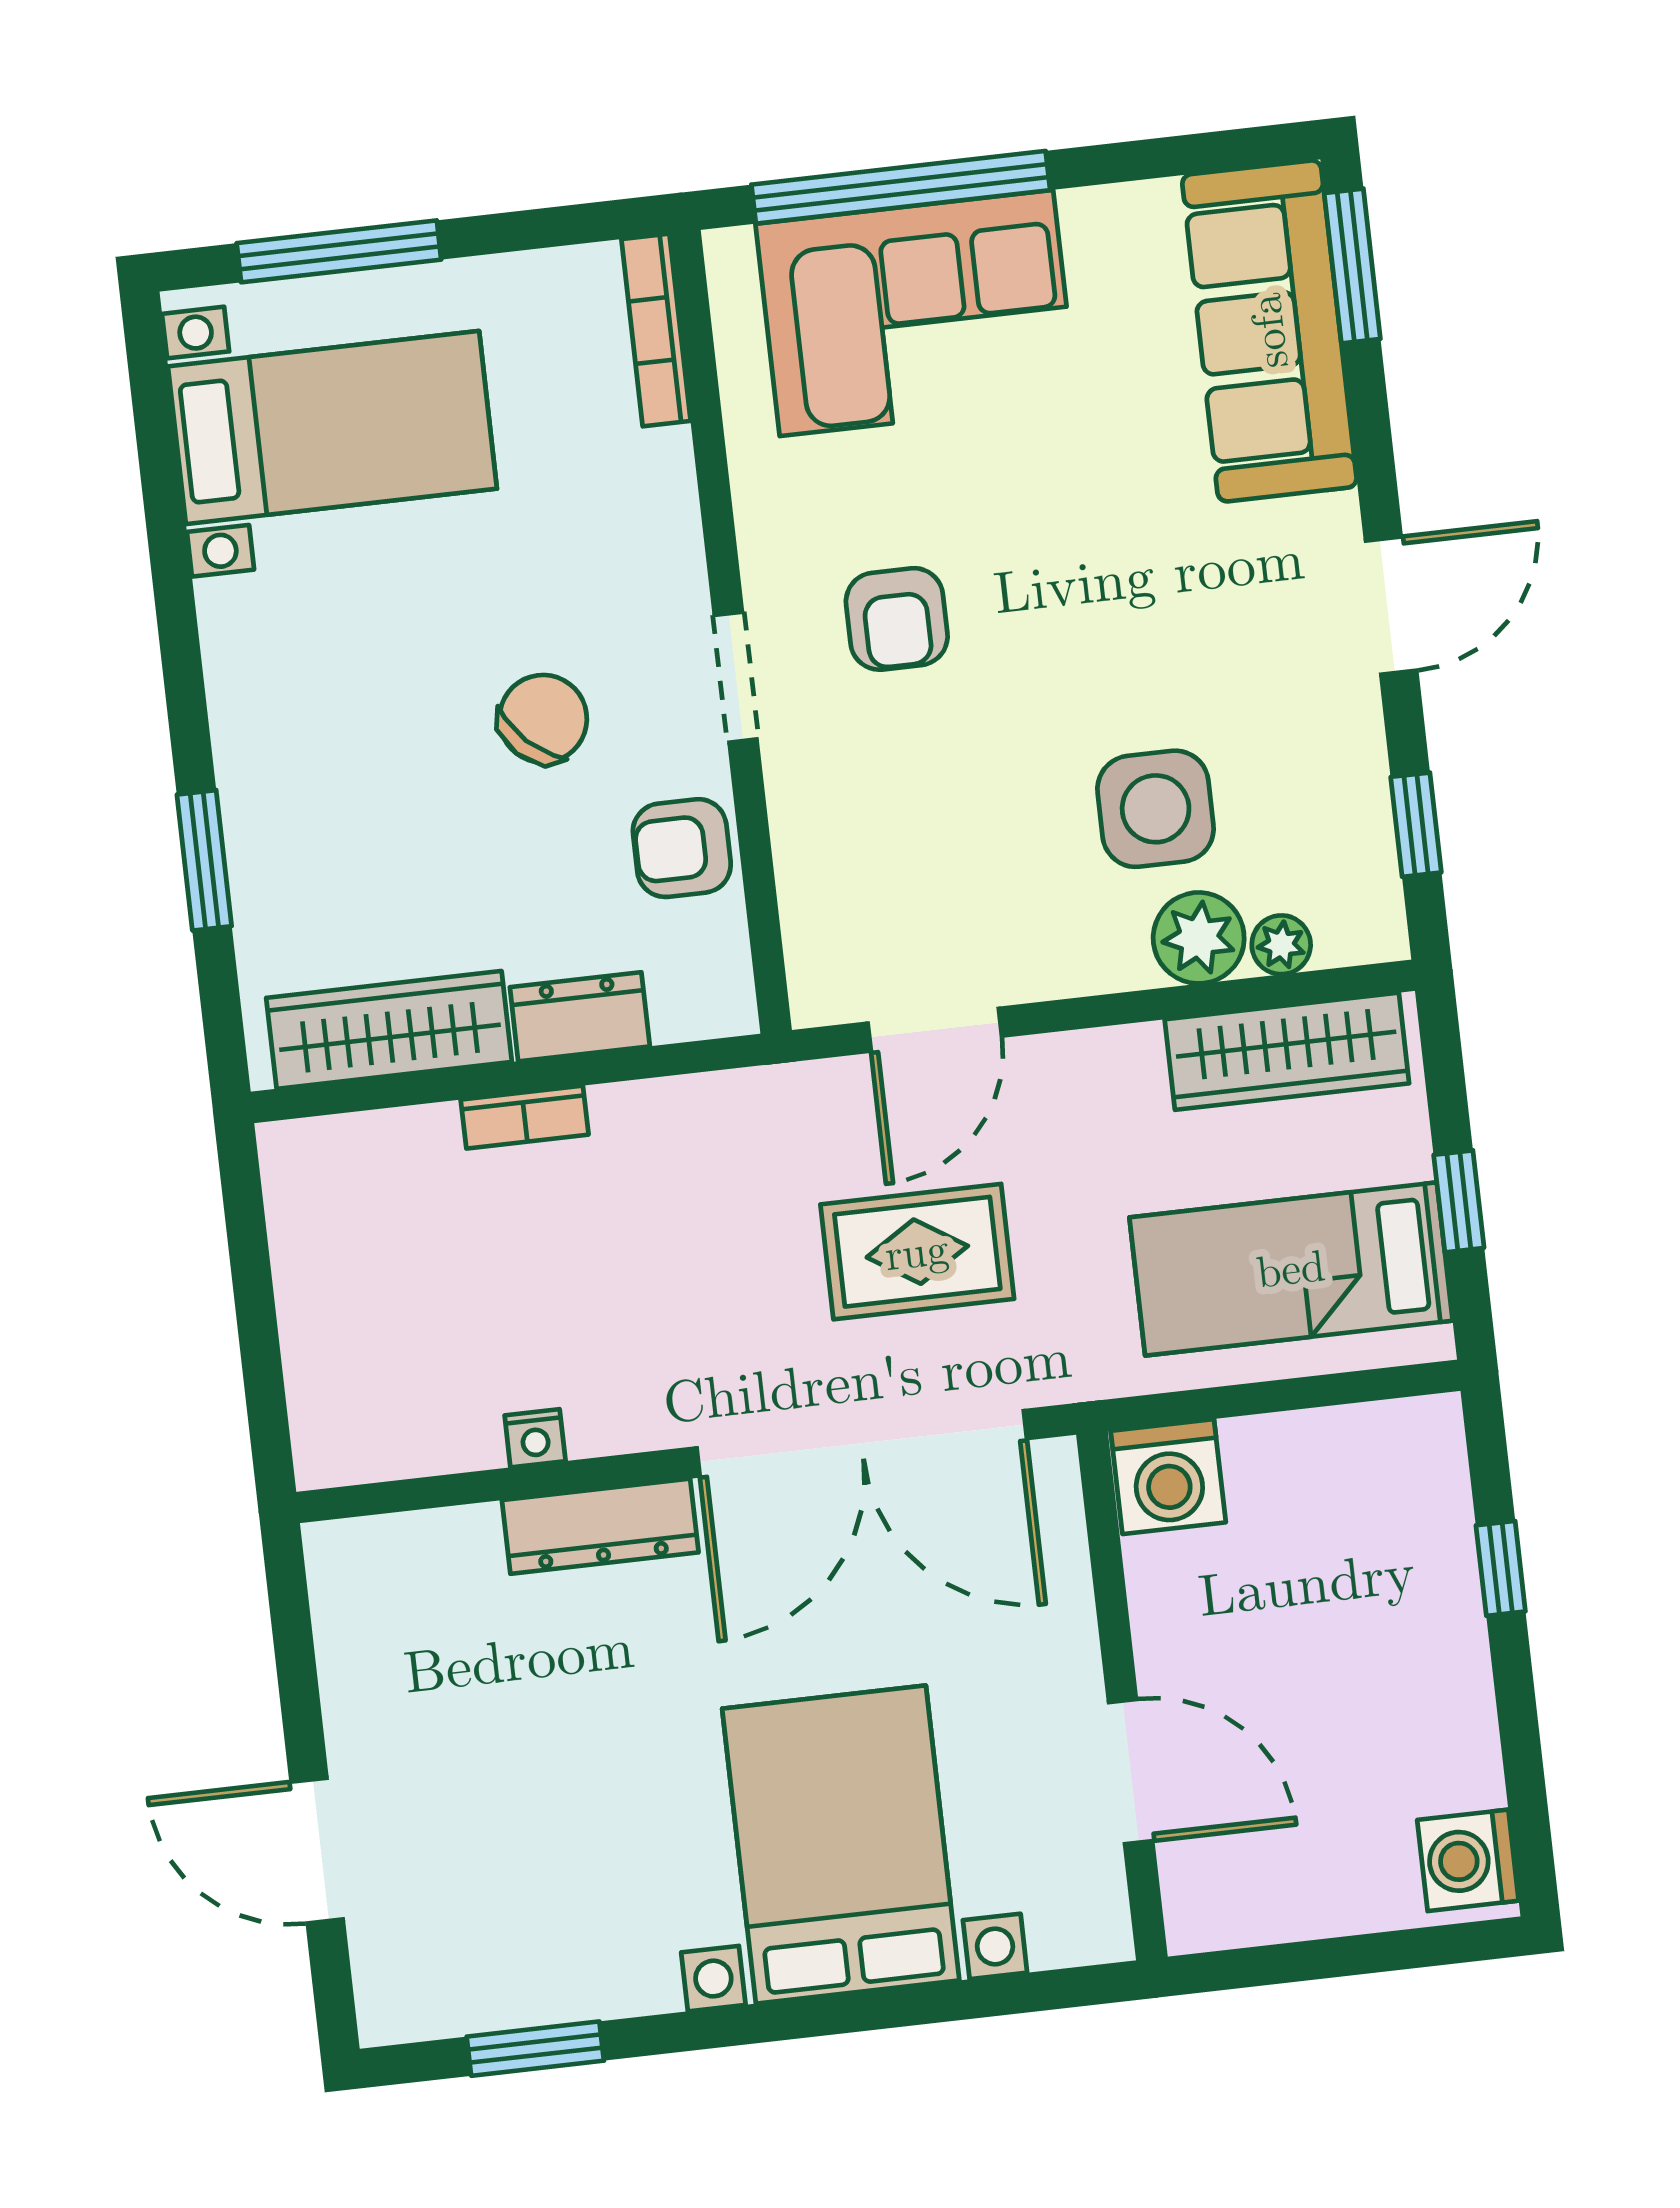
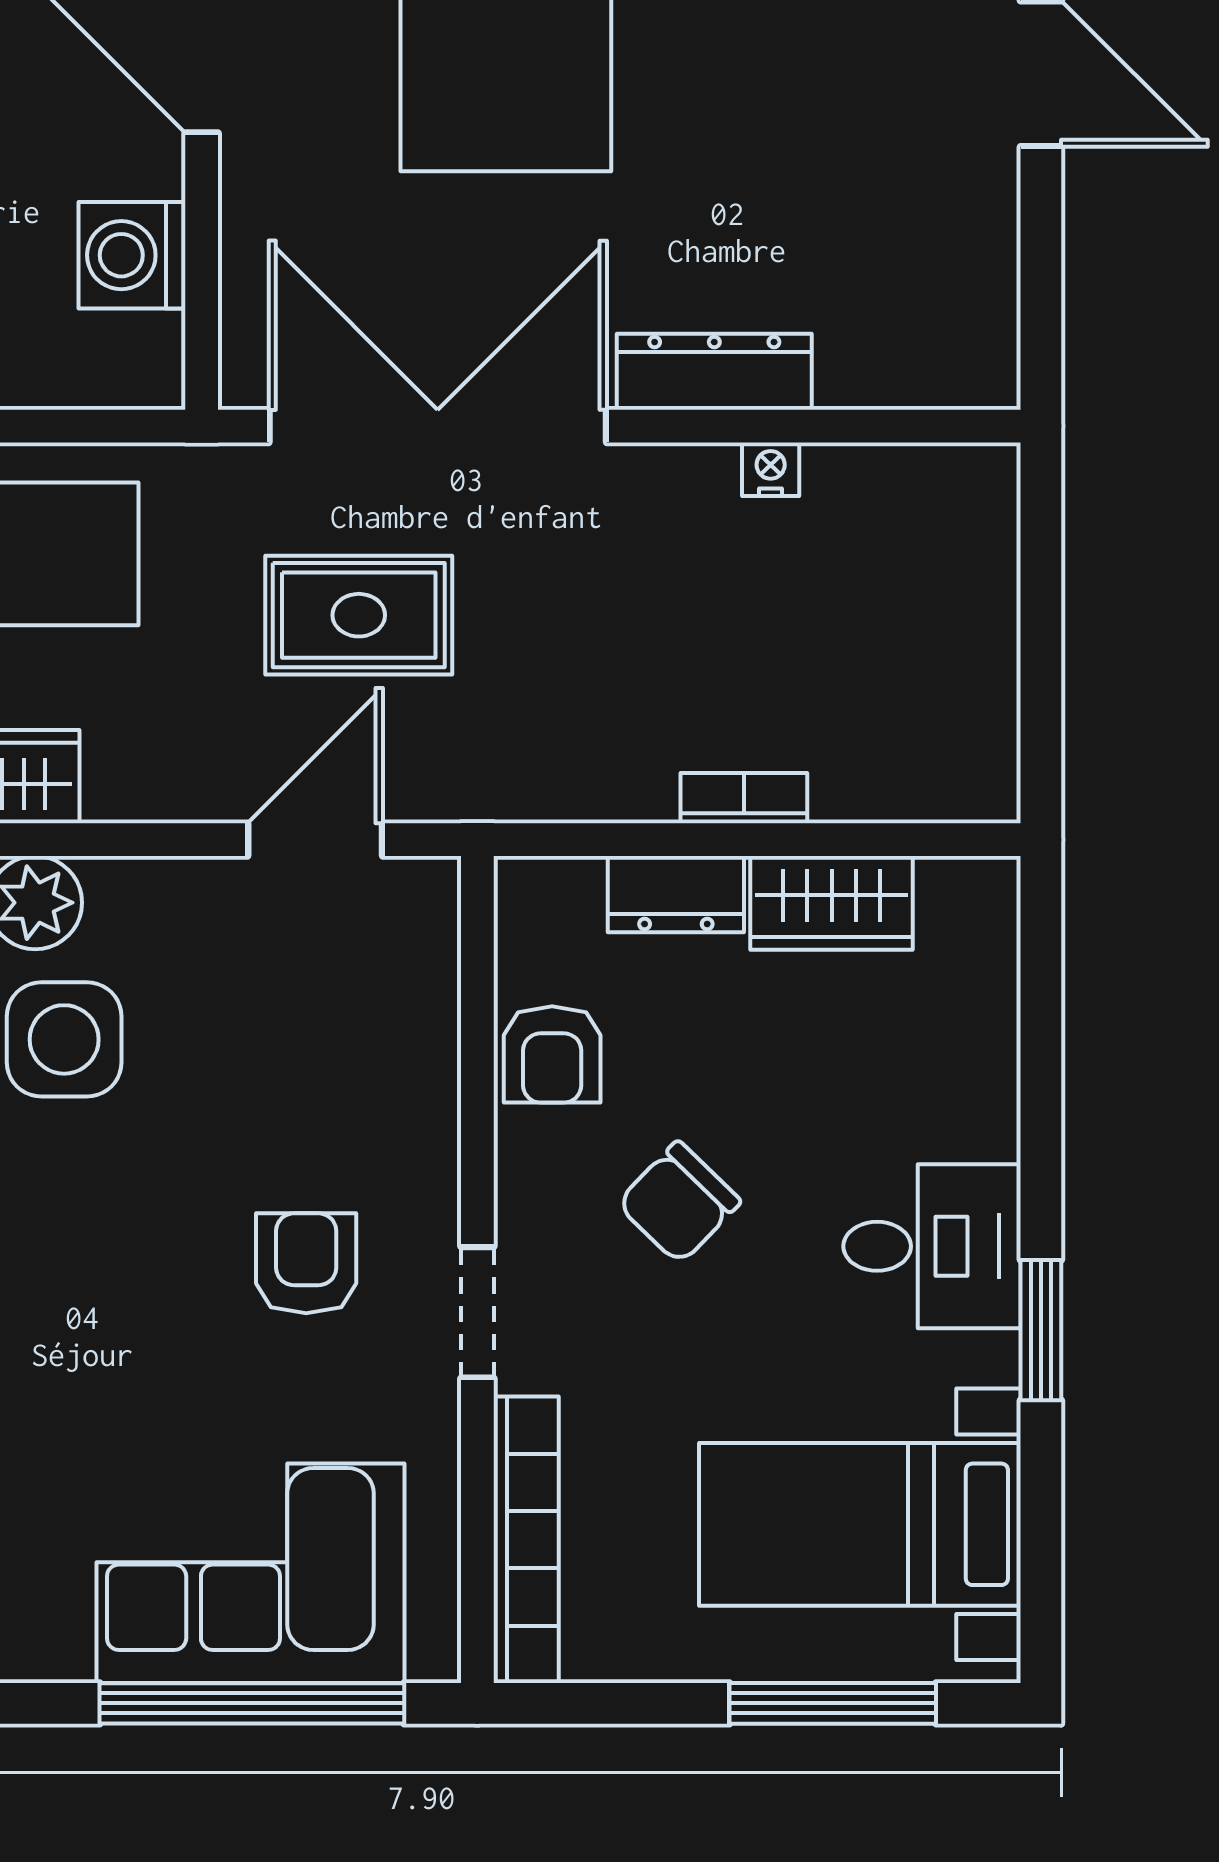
bookcase: (656, 330) -> (526, 1540), width x1.48, depth x1.31
doorway: (736, 677) -> (477, 1312), moved
desk: (293, 704) -> (932, 1246), added
armchair: (682, 848) -> (552, 1054), turned 90
window: (204, 860) -> (1041, 1330), moved
wardrobe: (389, 1030) -> (832, 903), width x0.67
washing machine: (1168, 1477) -> (132, 255), moved, turned -90

